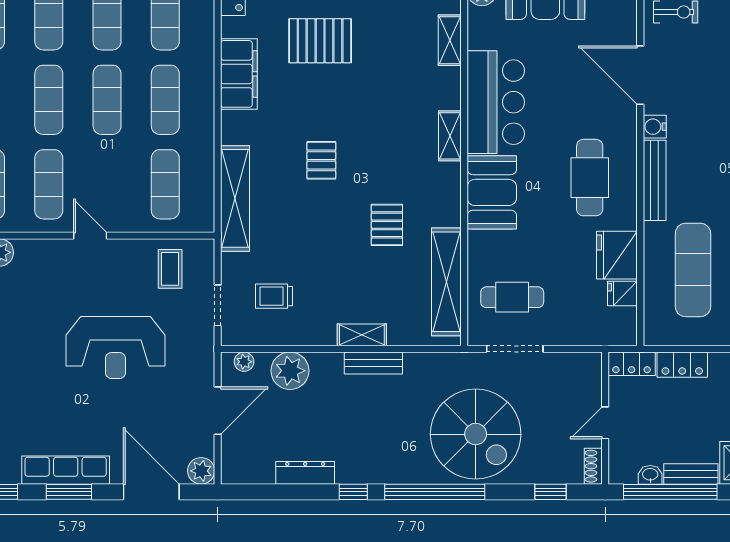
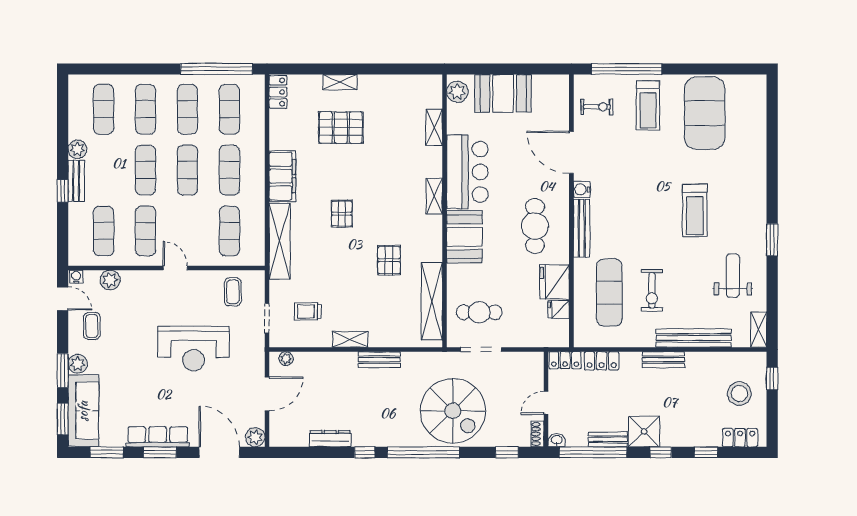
filing cabinet: (239, 74) -> (282, 176), moved
shelving: (362, 335) -> (350, 339), moved
plant: (290, 371) -> (319, 365), removed
washbasin: (650, 475) -> (557, 440), moved

